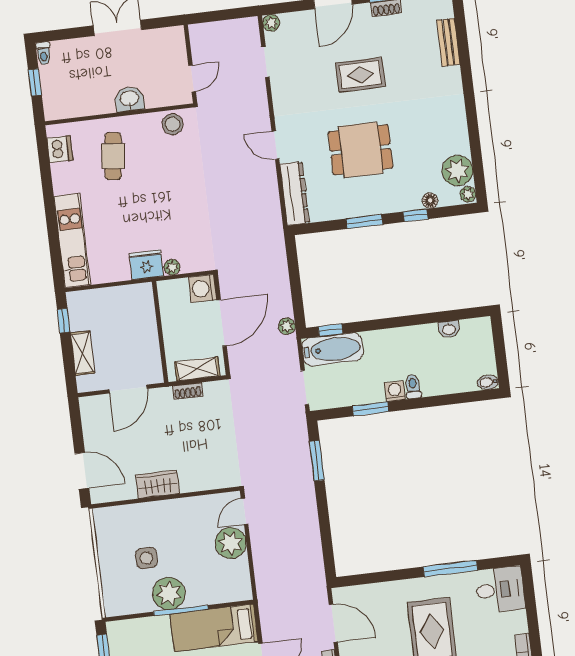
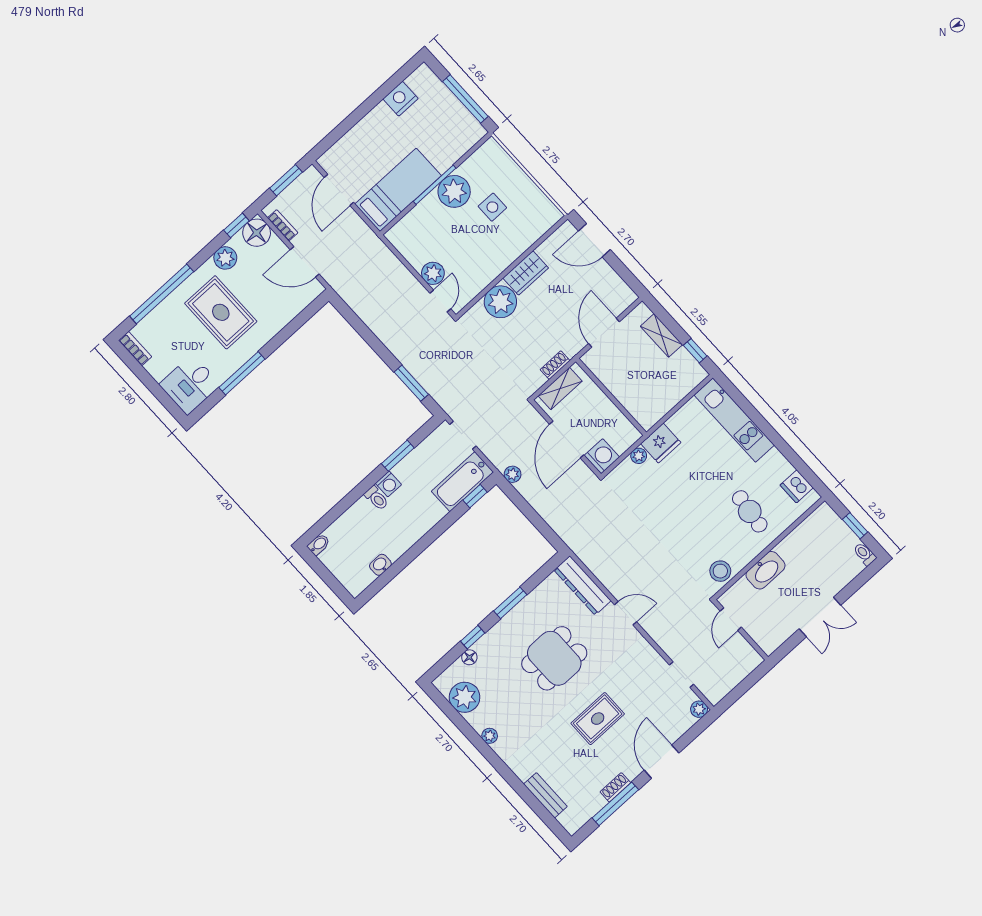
washbasin: (129, 99) -> (766, 570), width x1.38
plant: (468, 194) -> (490, 736), moved
plant: (195, 475) -> (500, 302), added
plant: (231, 543) -> (433, 273), width x0.73, depth x0.73

